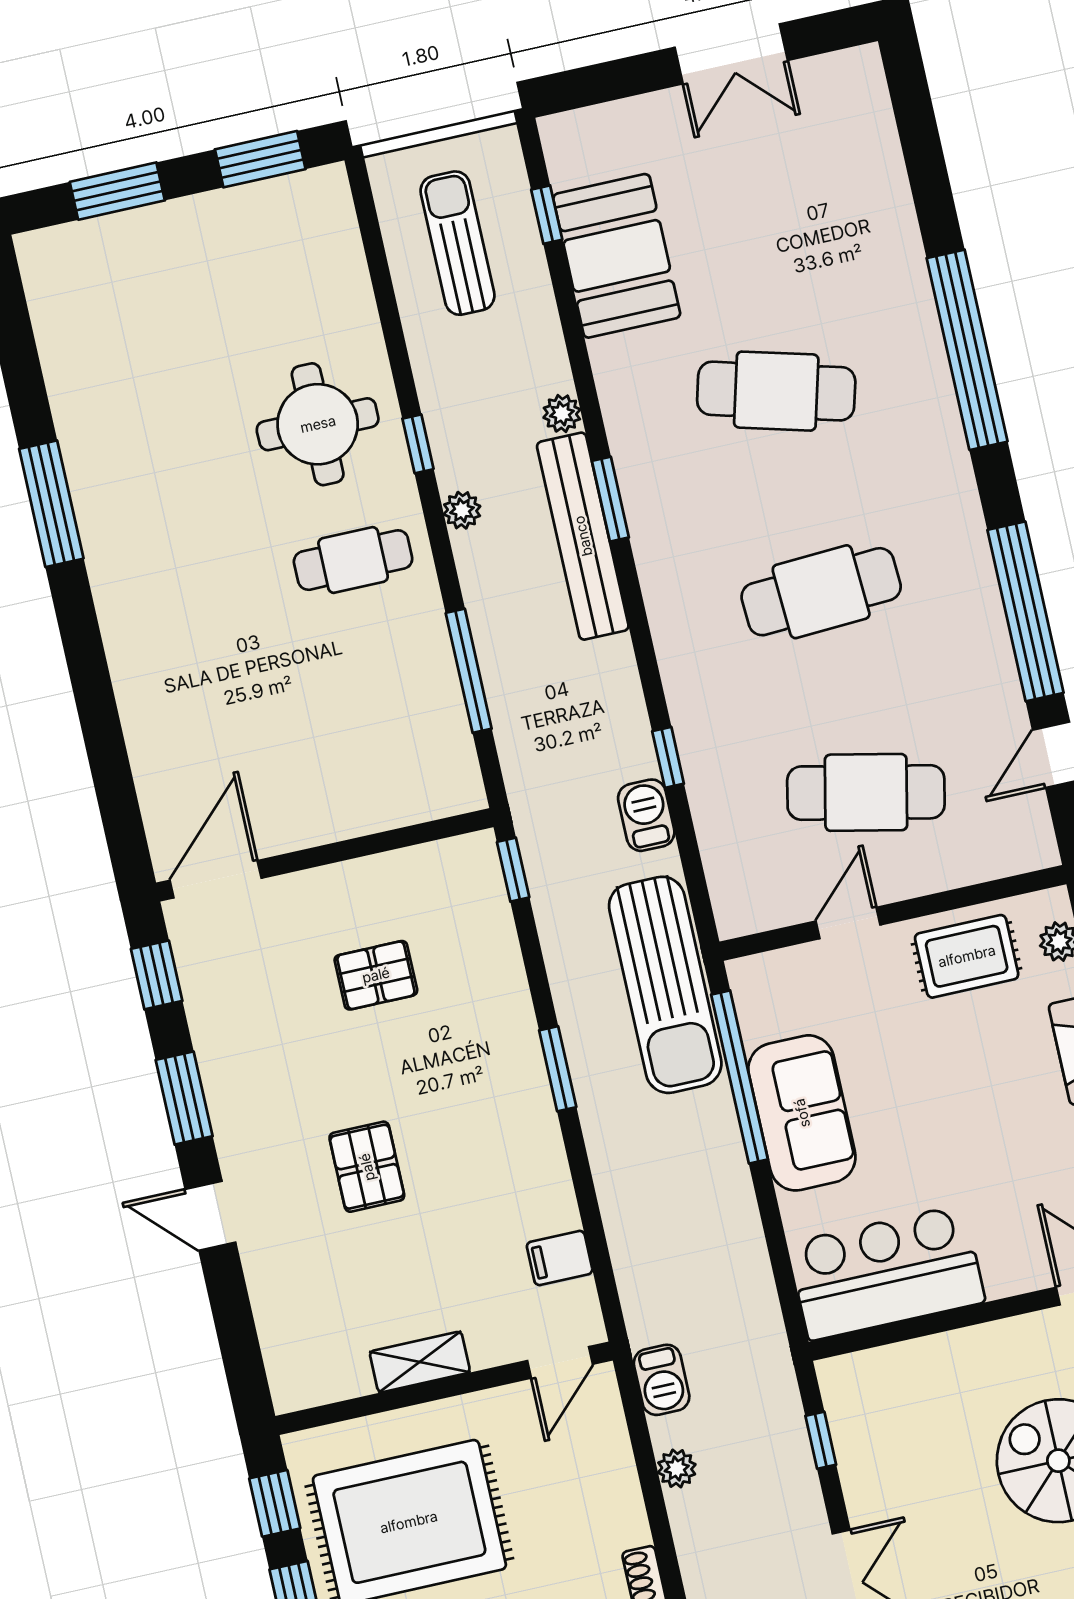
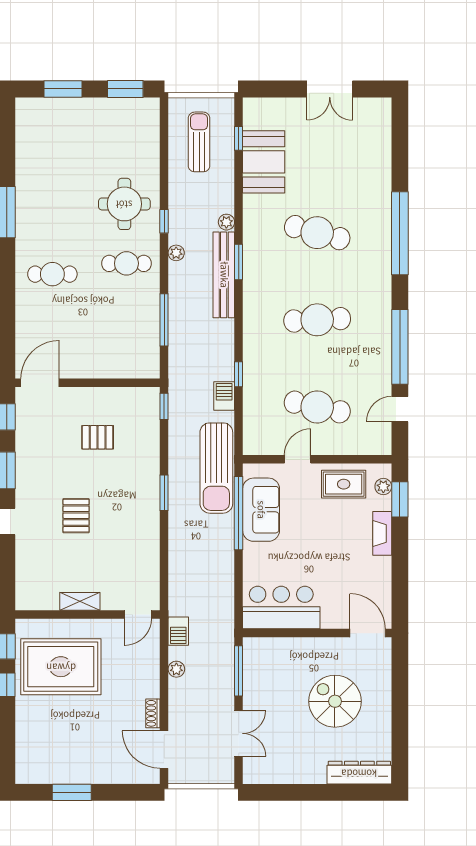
cafe table: (188, 623) -> (52, 274), added
sofa: (802, 1113) -> (261, 510), moved
filing cabinet: (560, 1258) -> (147, 571), removed
window: (821, 1440) -> (239, 671), width x2.17

